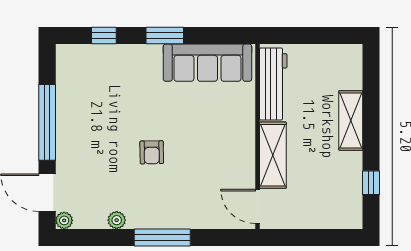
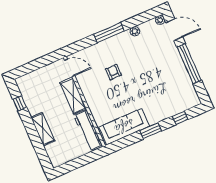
armchair: (152, 152) -> (113, 72), moved

